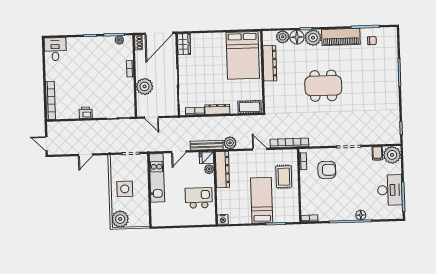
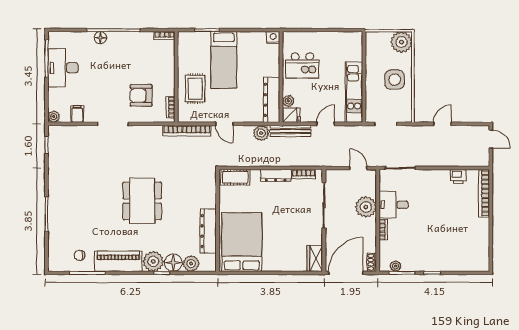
desk: (55, 49) -> (394, 205), moved, turned 90
dining table: (323, 86) -> (142, 201), turned 90
printer: (86, 113) -> (458, 177), moved
plant: (392, 155) -> (54, 117), width x0.53, depth x0.53

